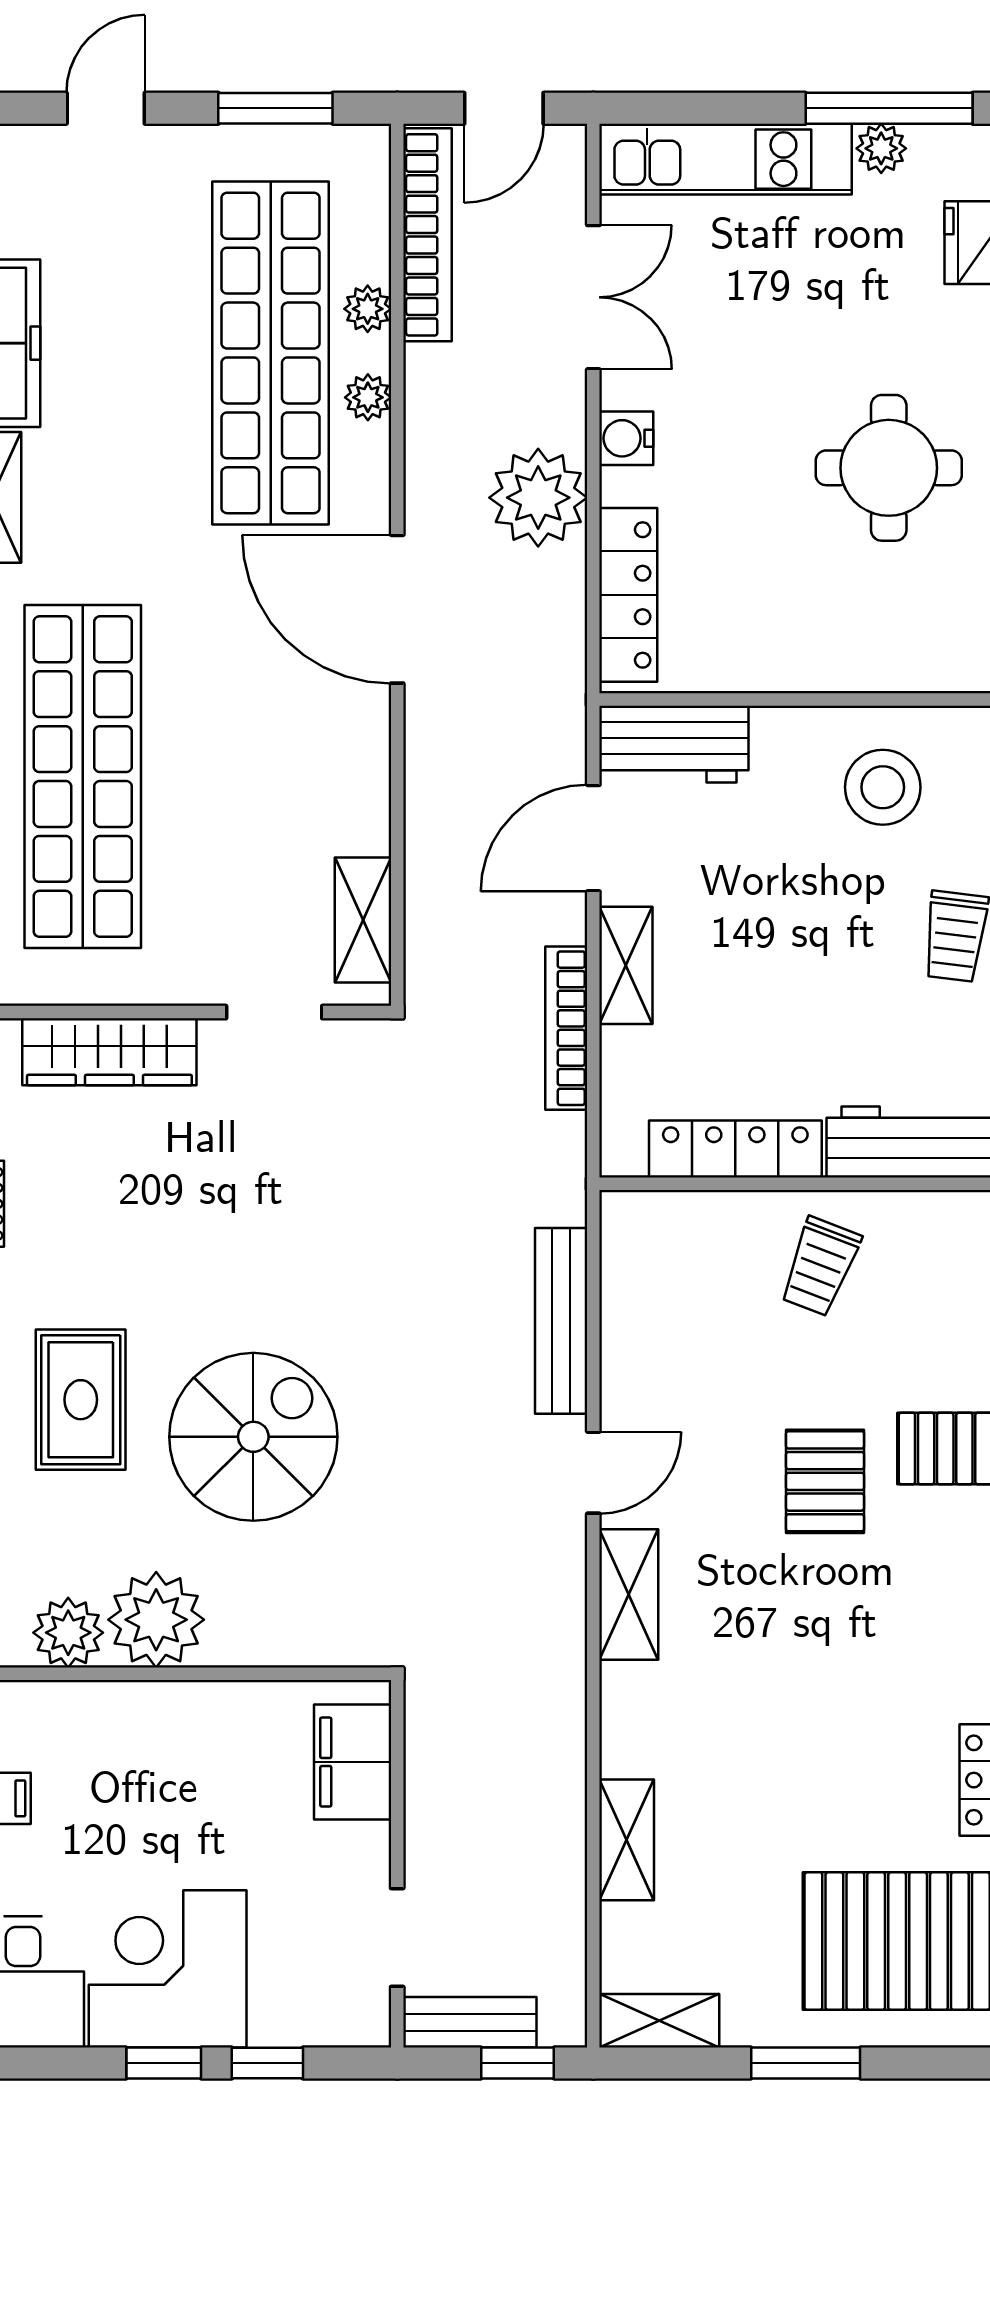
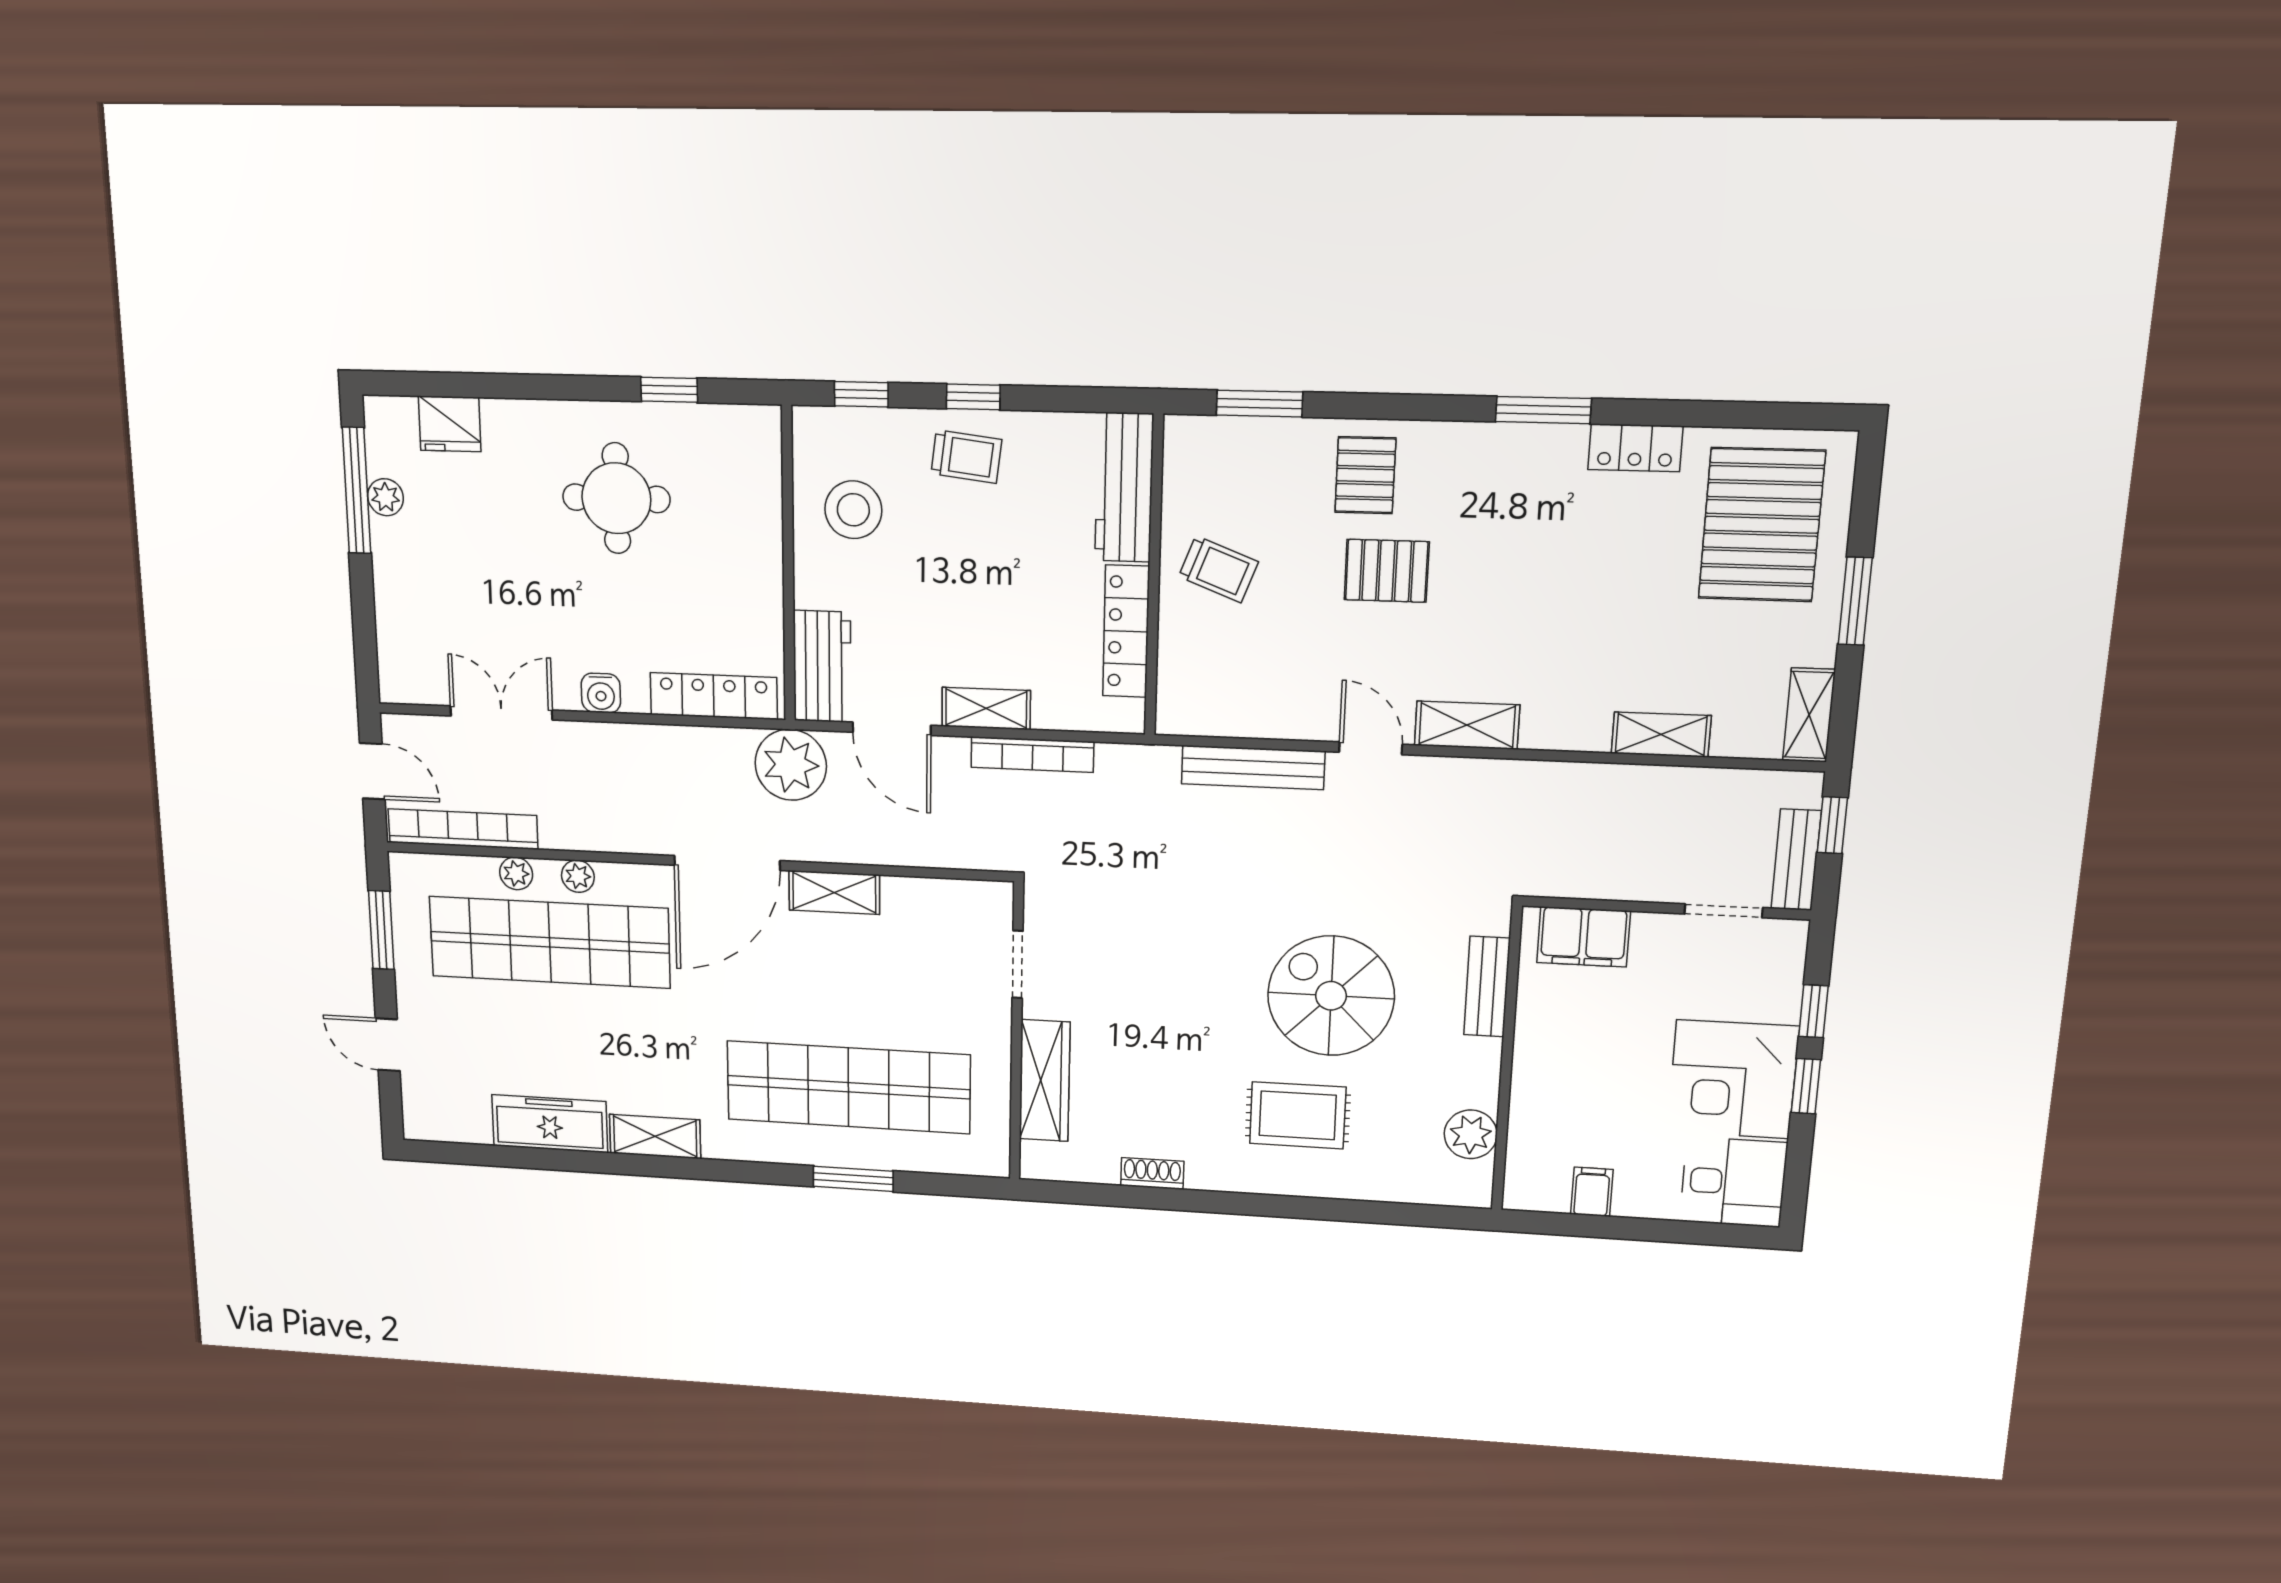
kitchen unit: (725, 159) -> (399, 613), removed
plant: (538, 498) -> (791, 765), moved
shelving: (363, 920) -> (834, 892), moved
plant: (156, 1620) -> (1465, 1072), removed
bench: (278, 1642) -> (1487, 987), added

